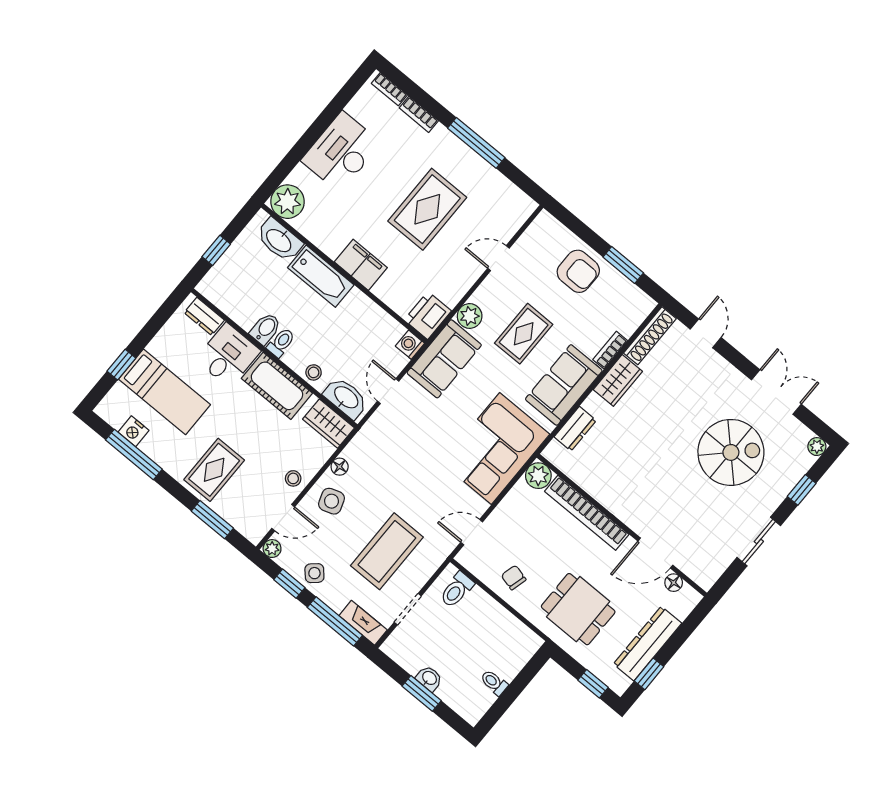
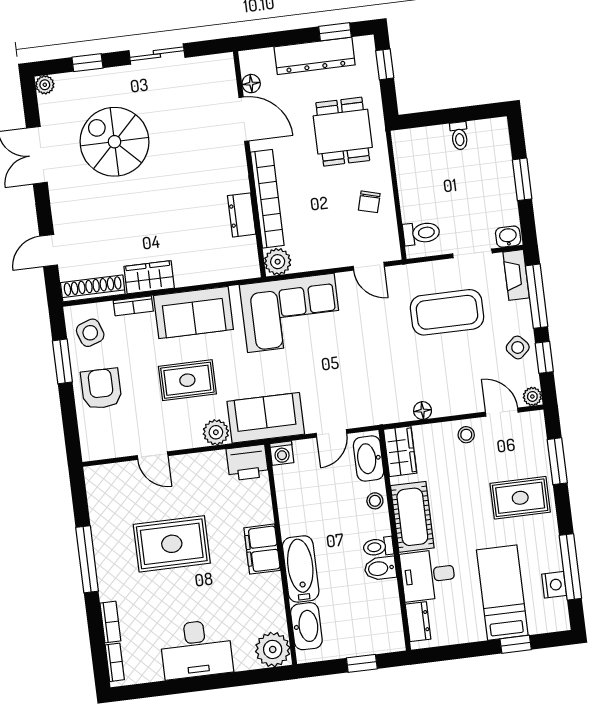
dresser: (575, 429) -> (242, 215), moved, turned -90
side table: (332, 501) -> (90, 333), moved
washbasin: (429, 678) -> (508, 237), moved, turned 90

